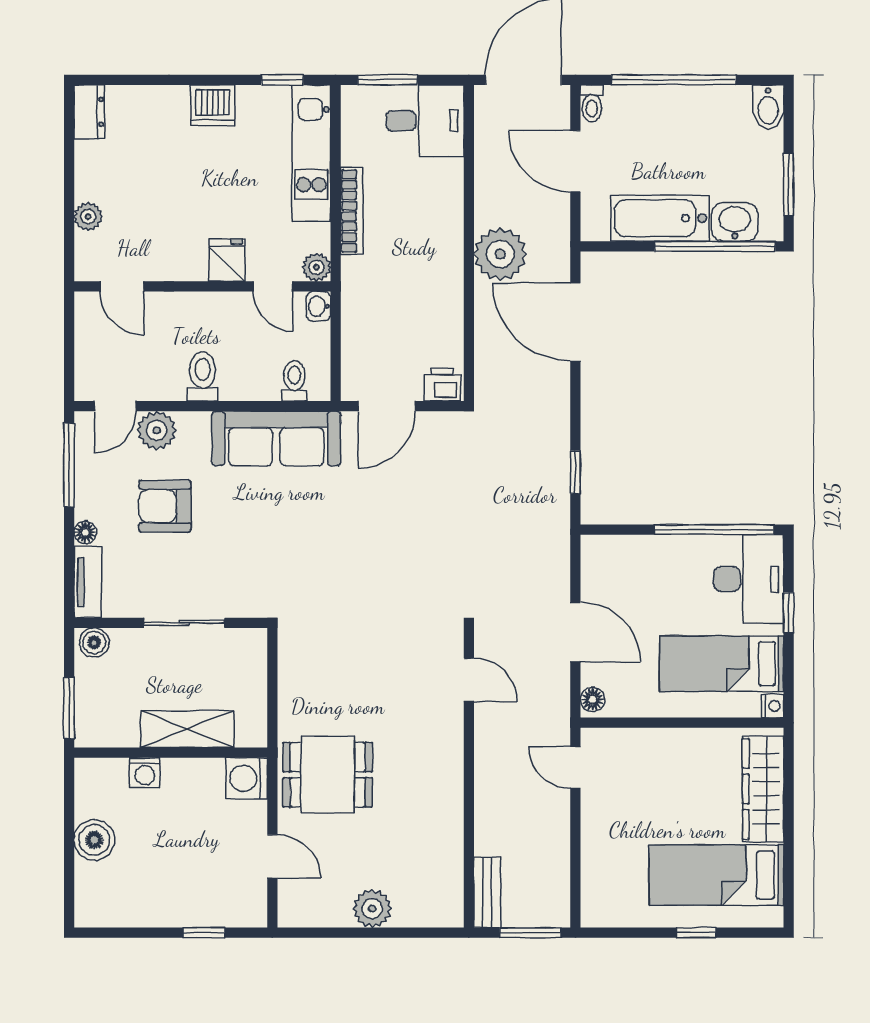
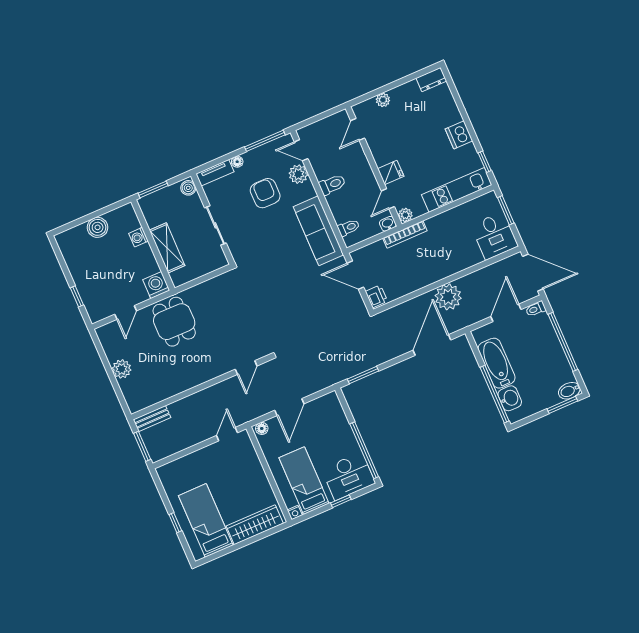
window: (789, 185) -> (562, 405), moved
bookcase: (352, 211) -> (405, 234), moved
window: (575, 472) -> (363, 375), width x1.50

